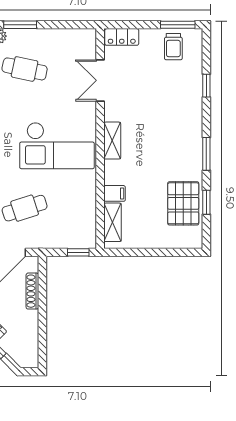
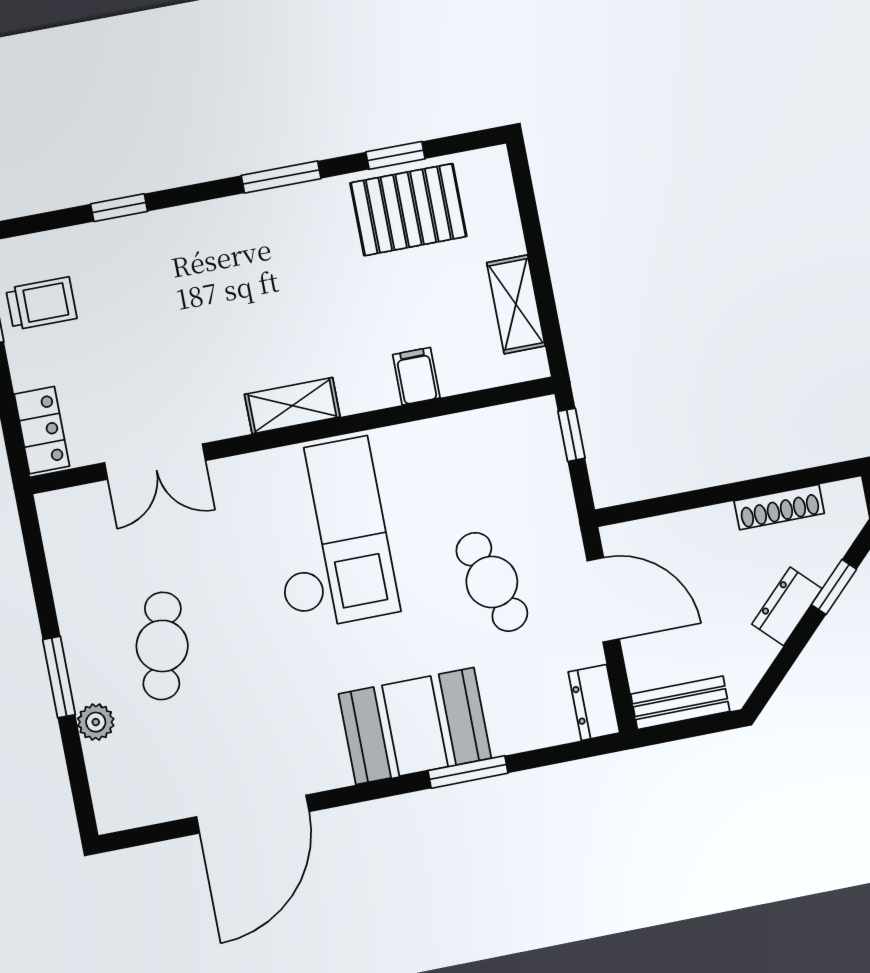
shelving: (113, 222) -> (516, 304), moved, turned 90
shoe rack: (32, 291) -> (779, 507), moved

